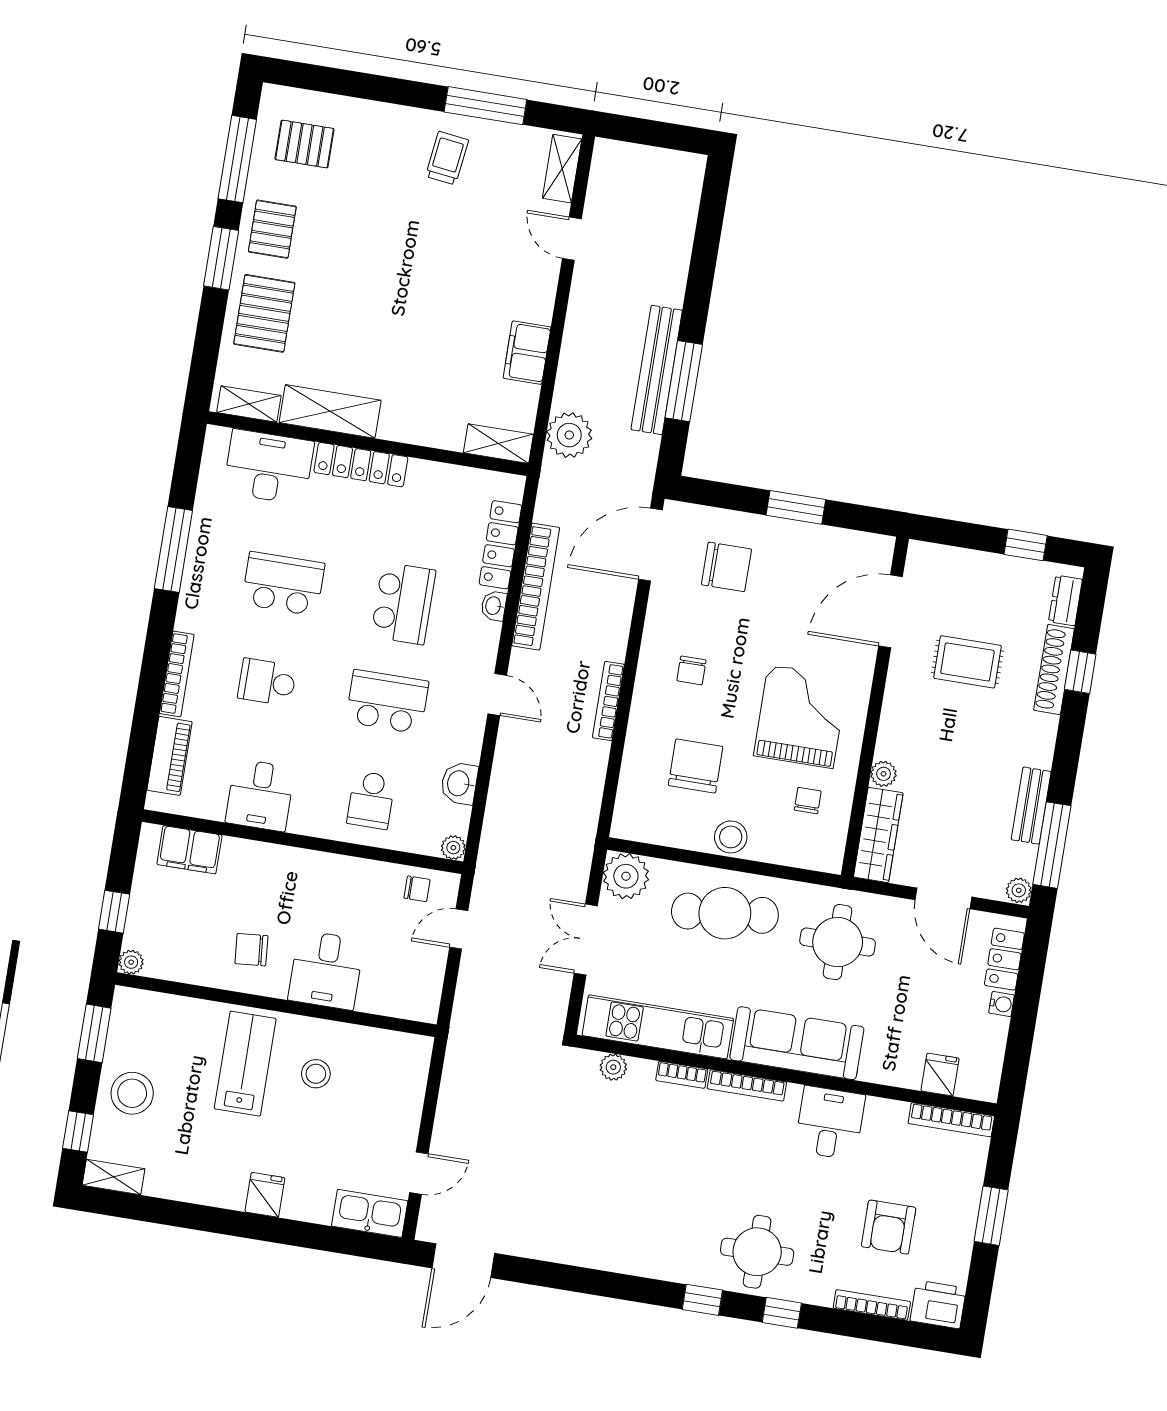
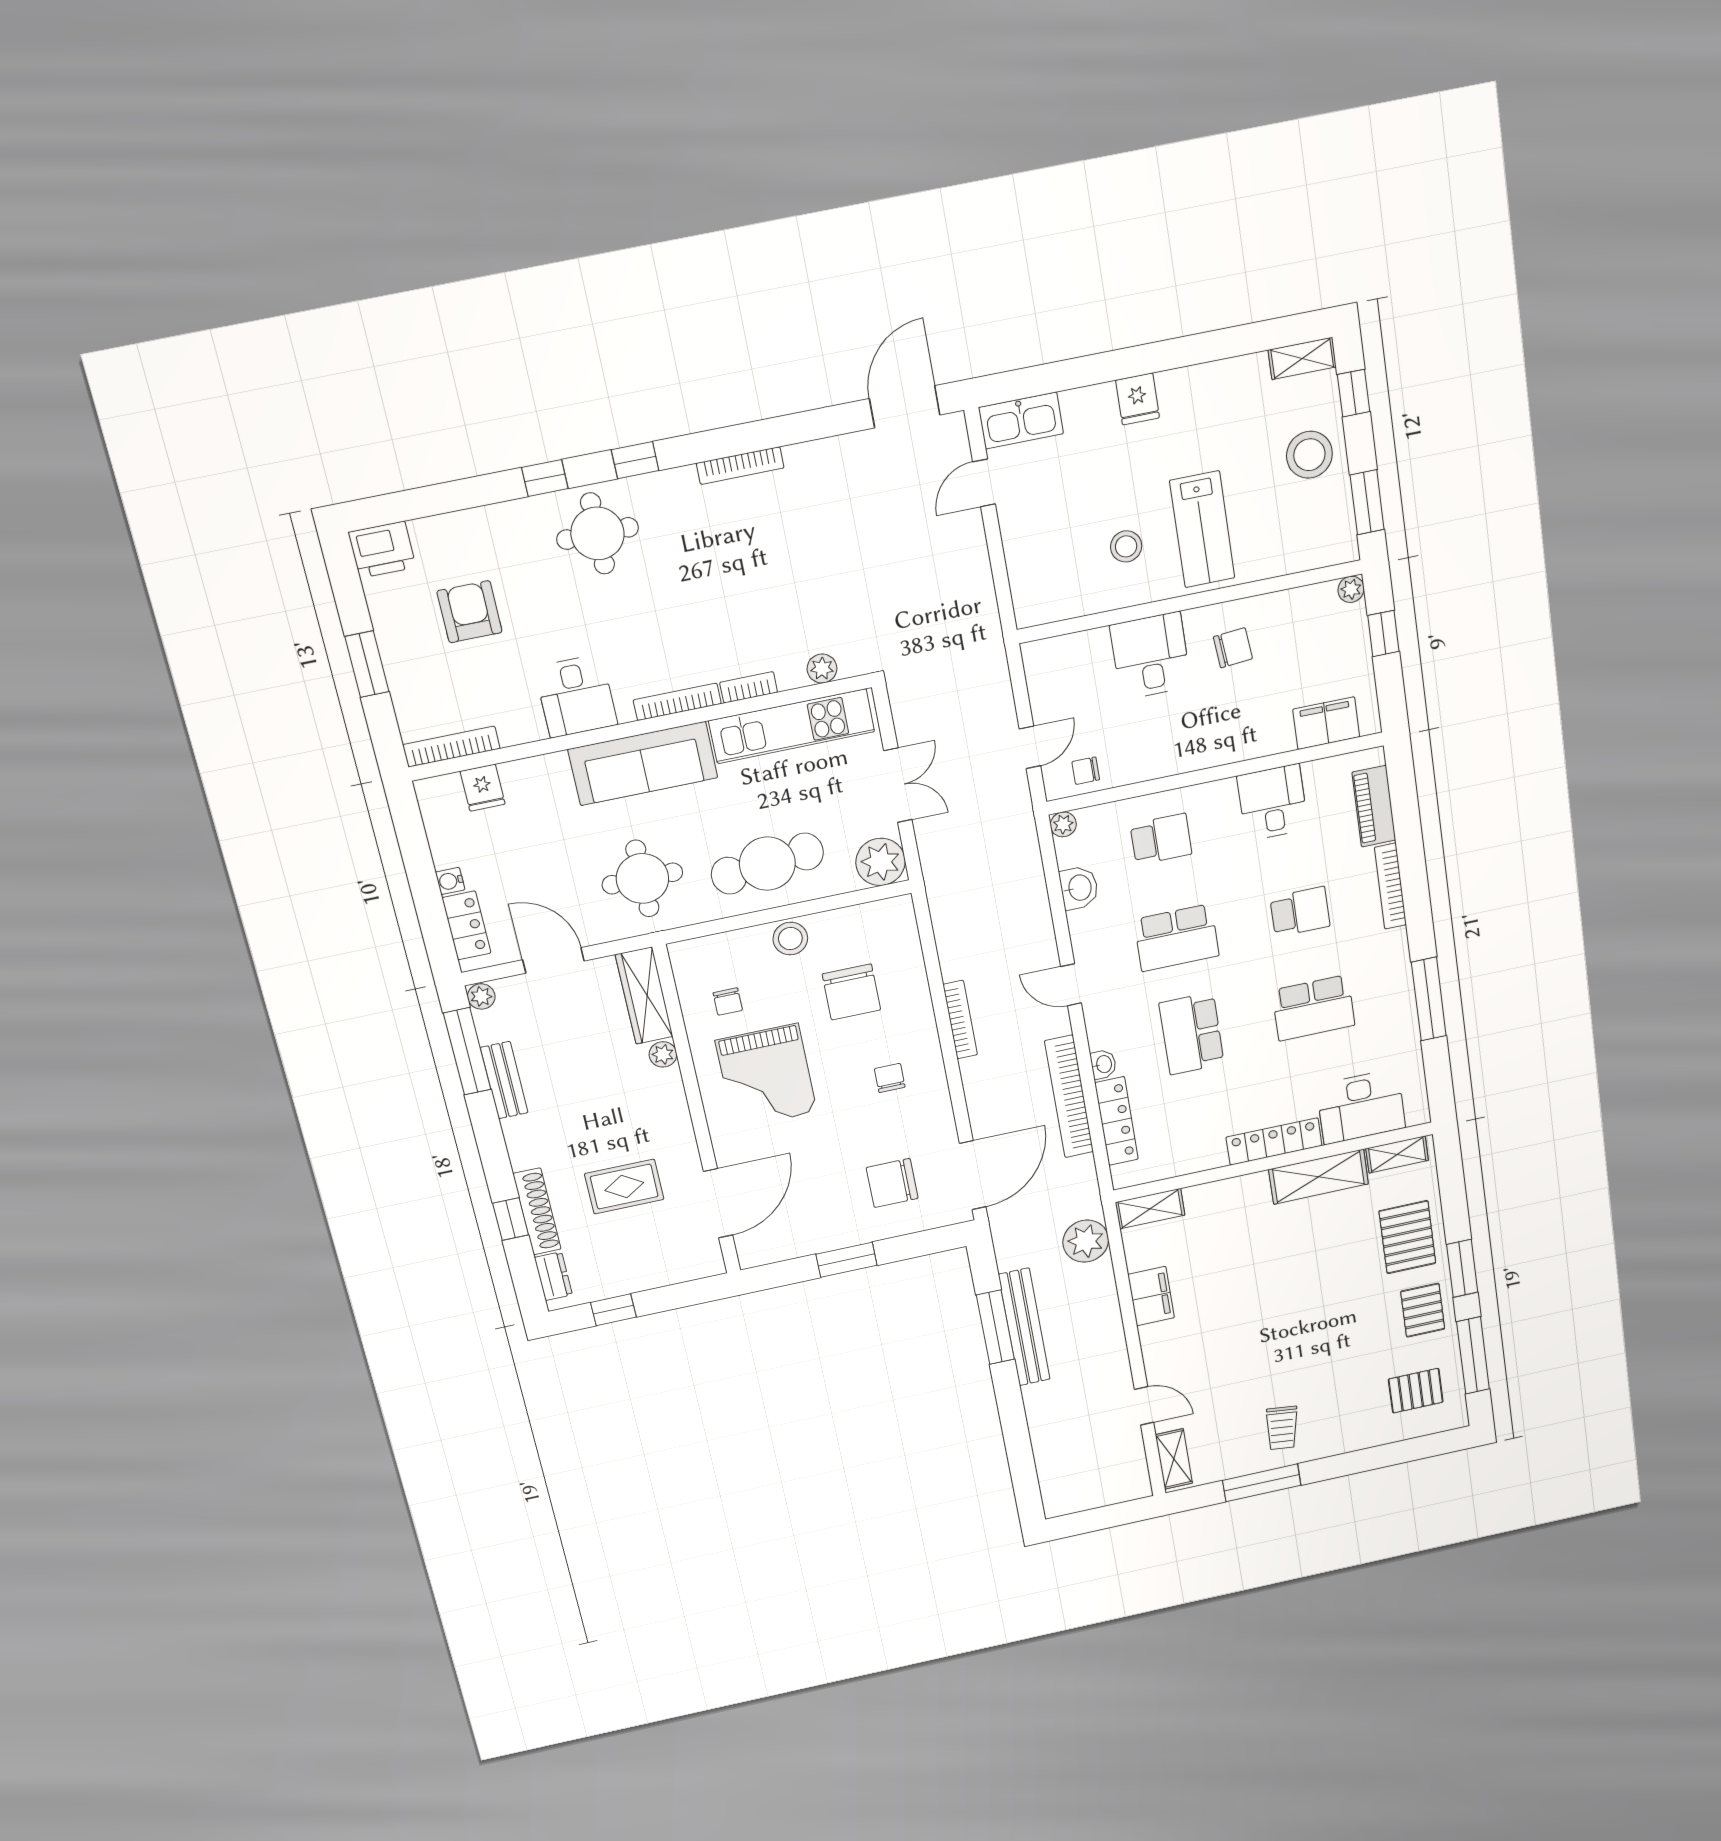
school desk: (371, 800) -> (1161, 839), turned 90
bookcase: (872, 1305) -> (740, 466), moved

